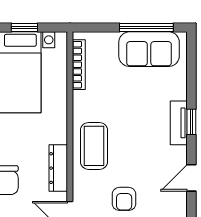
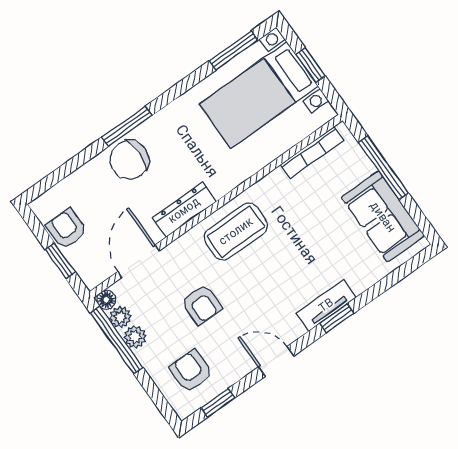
window: (146, 28) -> (383, 168), moved
armchair: (124, 199) -> (202, 305), turned -90

